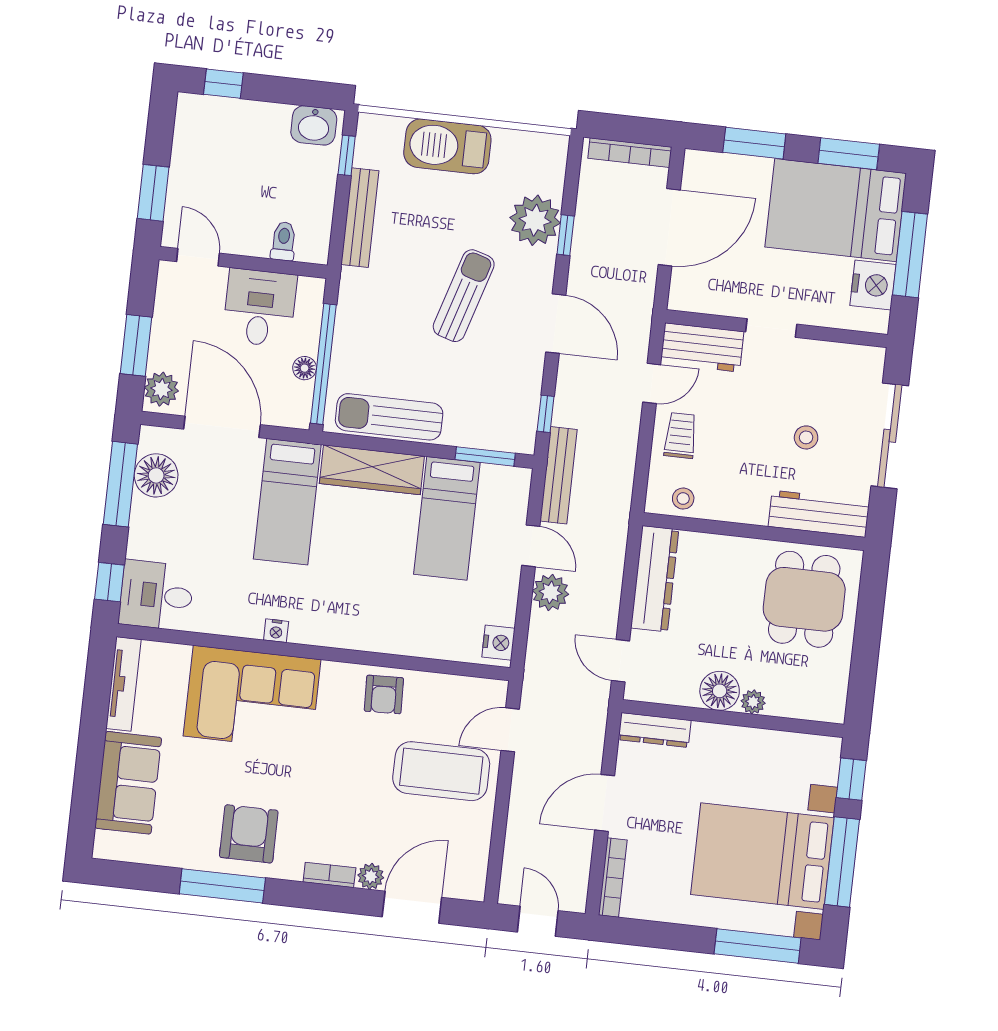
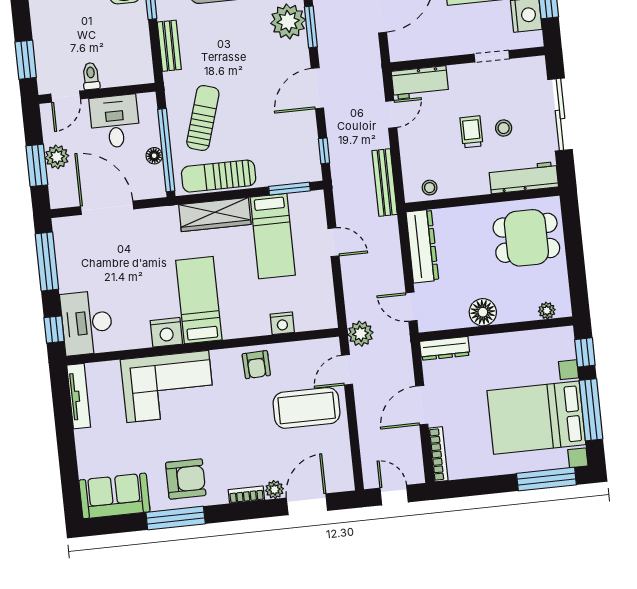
bench: (360, 218) -> (169, 46), width x0.73
window: (566, 235) -> (311, 27), width x1.50
toilet: (284, 241) -> (91, 76), moved
door: (198, 257) -> (66, 97), swing flipped
sun lounger: (464, 296) -> (203, 118), moved
door: (556, 324) -> (317, 88), swing flipped
doorway: (771, 328) -> (492, 56), moved
plant: (161, 389) -> (57, 157), moved
trolley: (680, 435) -> (471, 132), moved
floor lamp: (156, 475) -> (70, 250), removed
bench: (559, 475) -> (385, 183), moved
bed: (287, 502) -> (199, 300), moved, turned 180
plant: (551, 592) -> (360, 334), moved
desk: (156, 595) -> (87, 323), width x1.37
dining table: (804, 599) -> (526, 238), turned 90
nightstand: (276, 631) -> (166, 332), width x1.89, depth x1.79
nightstand: (498, 643) -> (282, 323), moved, turned 90
plant: (753, 702) -> (547, 311), moved
sofa: (128, 783) -> (114, 496), moved, turned -90
armchair: (249, 834) -> (186, 479), turned 90

